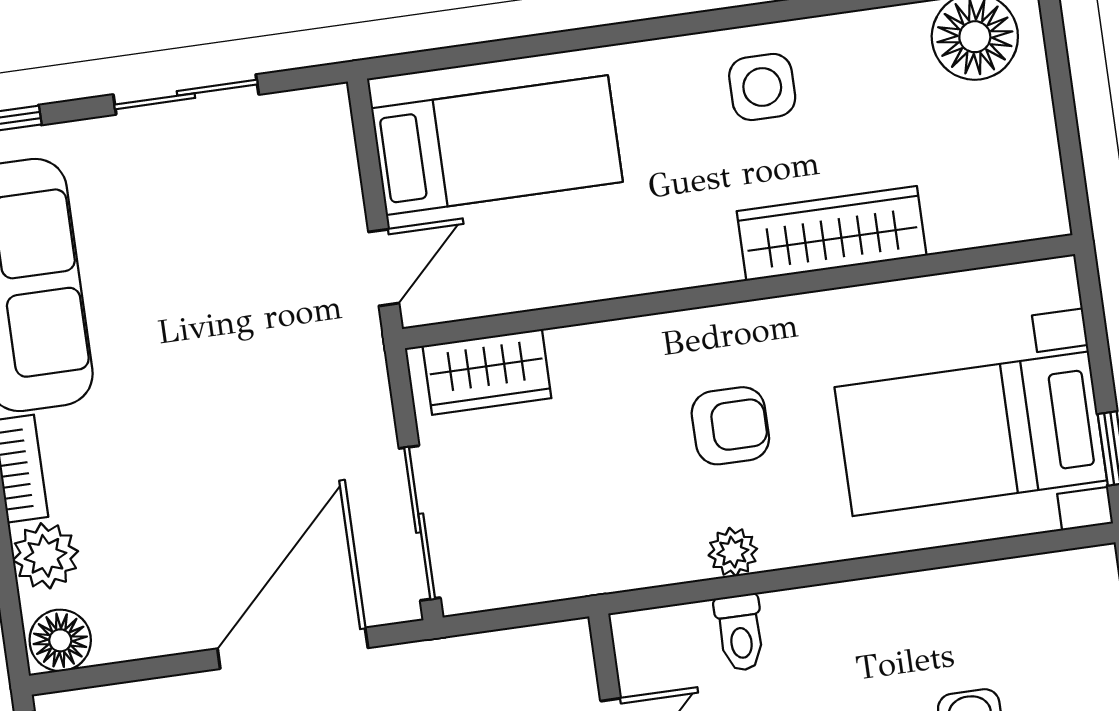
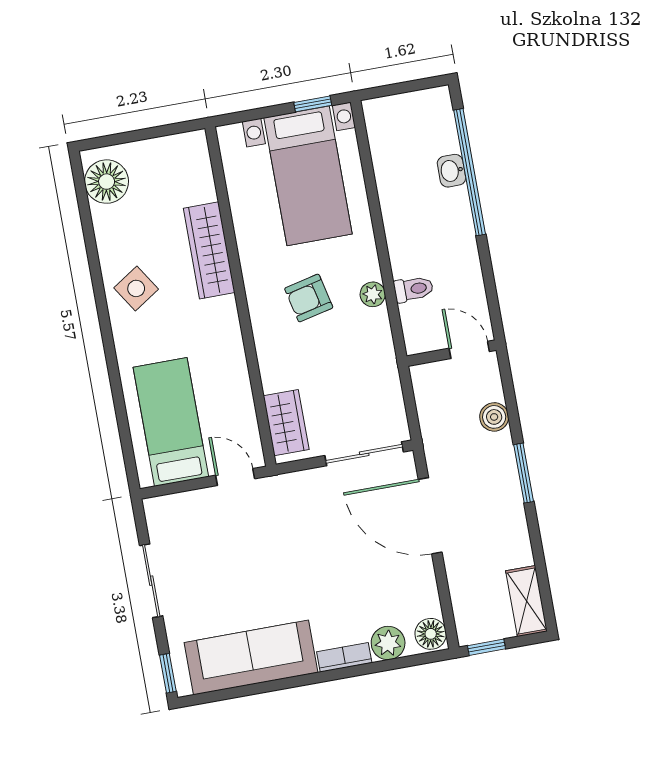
side table: (762, 87) -> (136, 288), turned -33
armchair: (730, 426) -> (309, 298), turned -103

